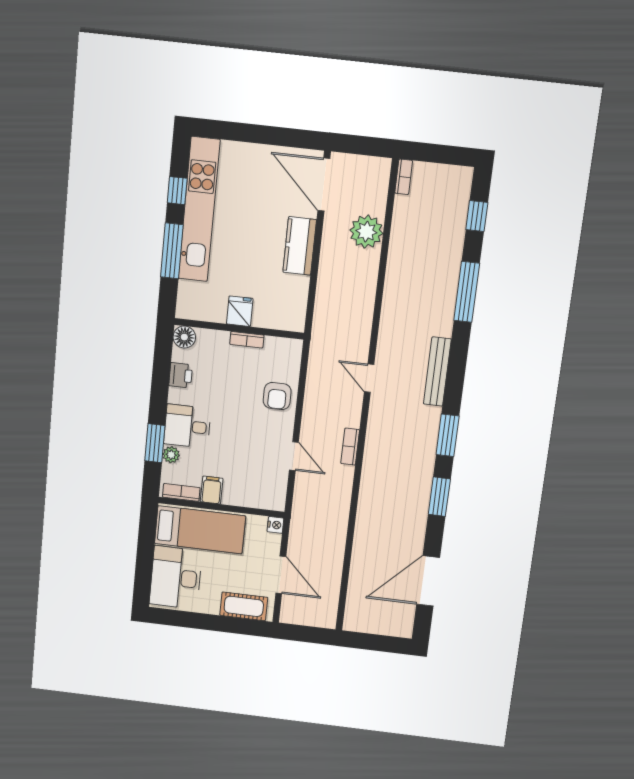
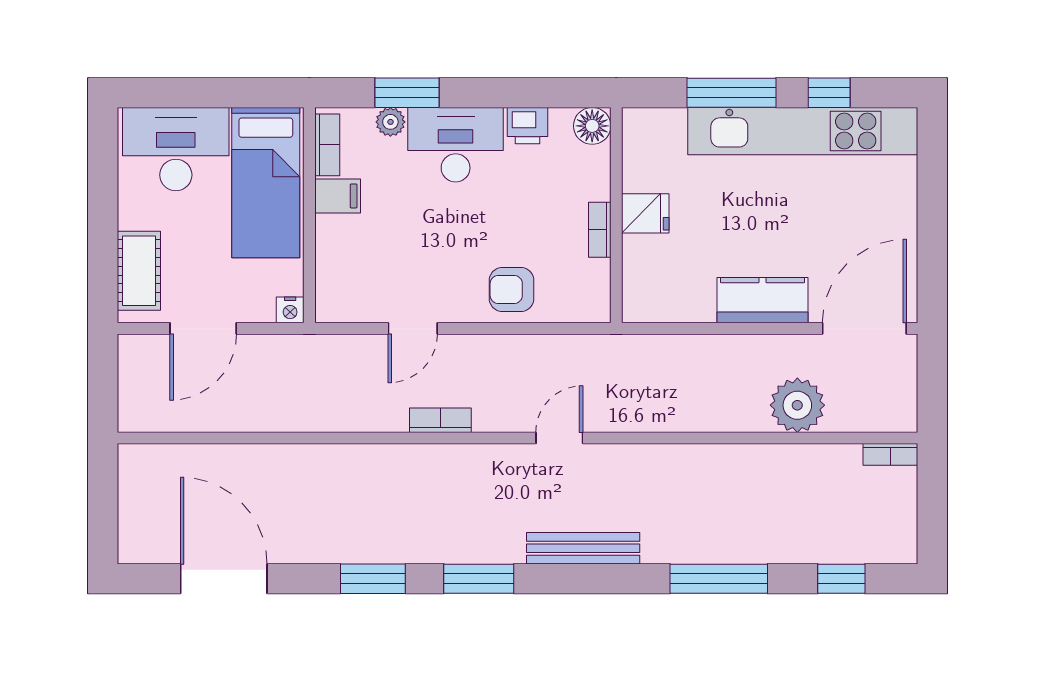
desk: (187, 426) -> (456, 145), width x1.37

